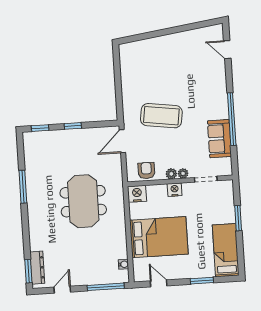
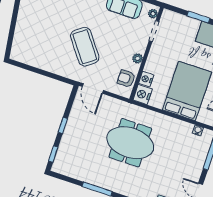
coffee table: (161, 116) -> (85, 47), turned -45
plant: (183, 173) -> (153, 14), moved
nightstand: (175, 190) -> (146, 79), moved

